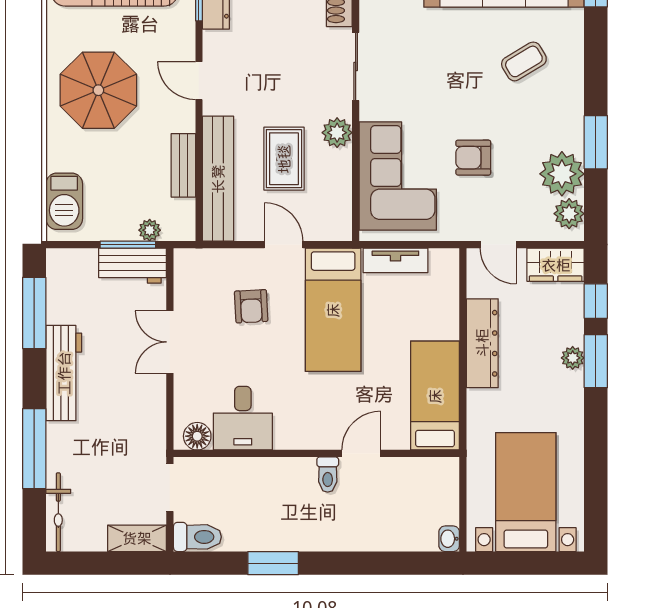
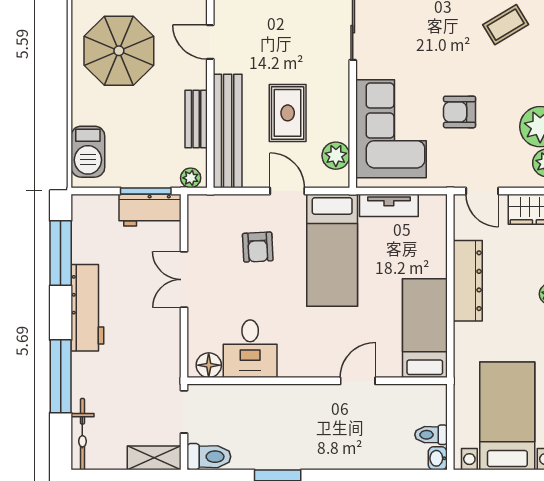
plant: (337, 133) -> (336, 156), moved
plant: (150, 230) -> (191, 178), moved
toilet: (328, 475) -> (431, 435), moved, turned 90

